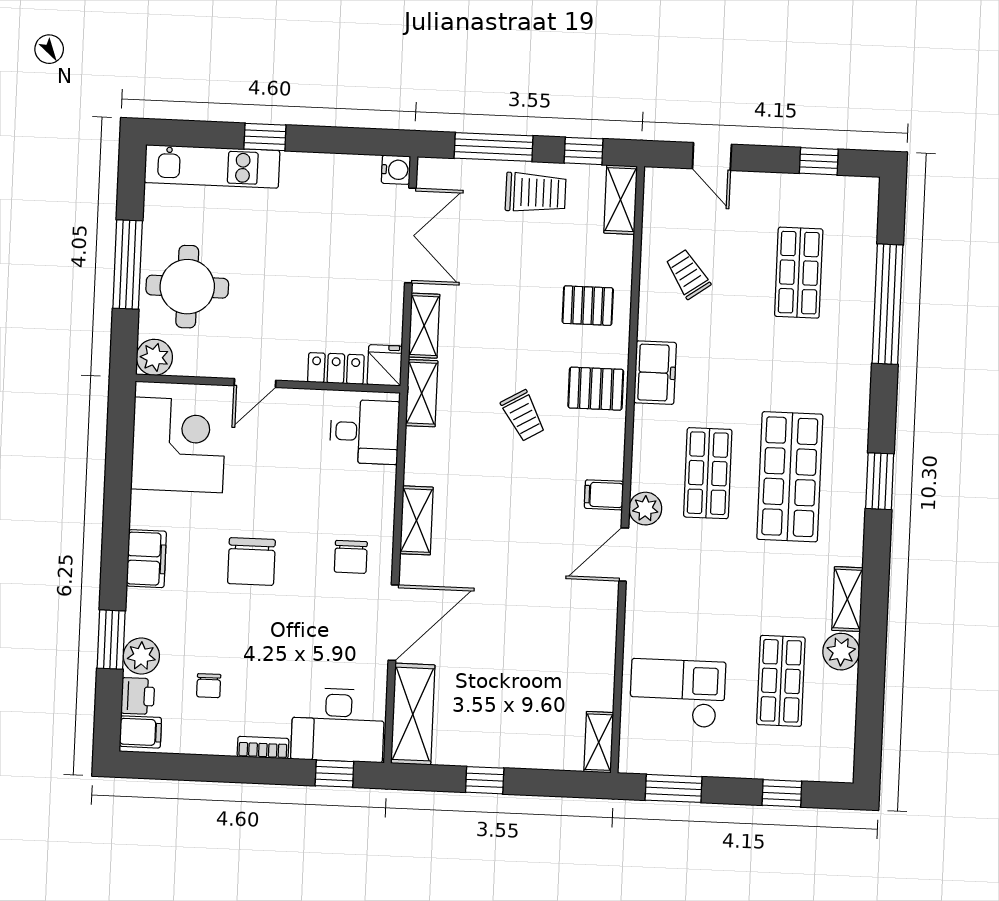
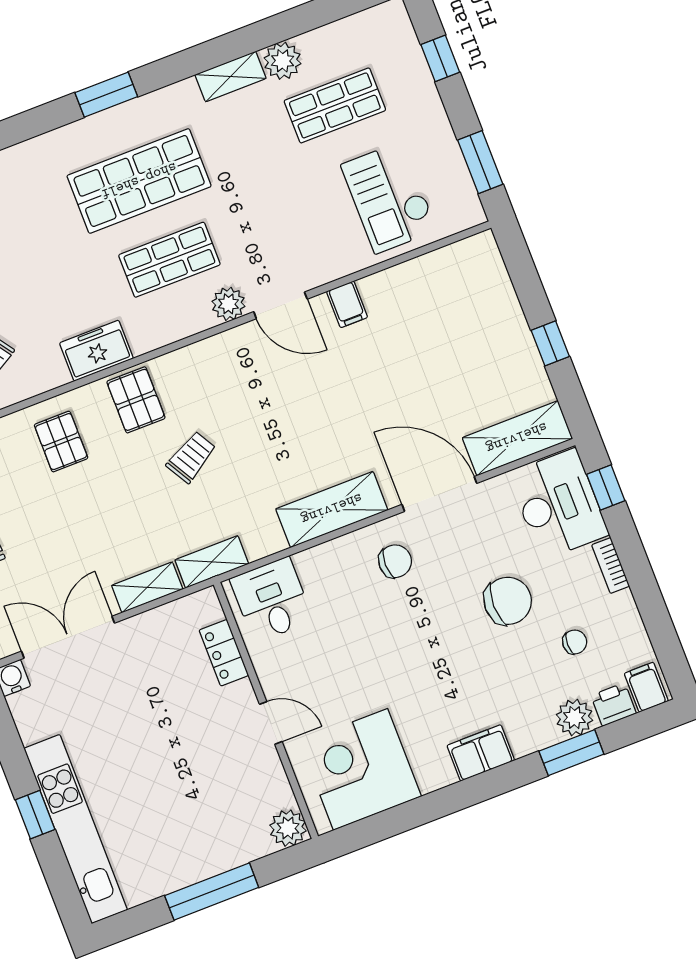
kitchen unit: (212, 166) -> (76, 829), width x1.36
round table: (187, 287) -> (208, 826), removed
fridge: (385, 365) -> (201, 608), removed
filing cabinet: (604, 495) -> (347, 304), moved
shelving: (416, 520) -> (332, 509), width x1.50, depth x1.33
chair: (251, 562) -> (508, 601), moved
shelving: (599, 742) -> (467, 252), removed

